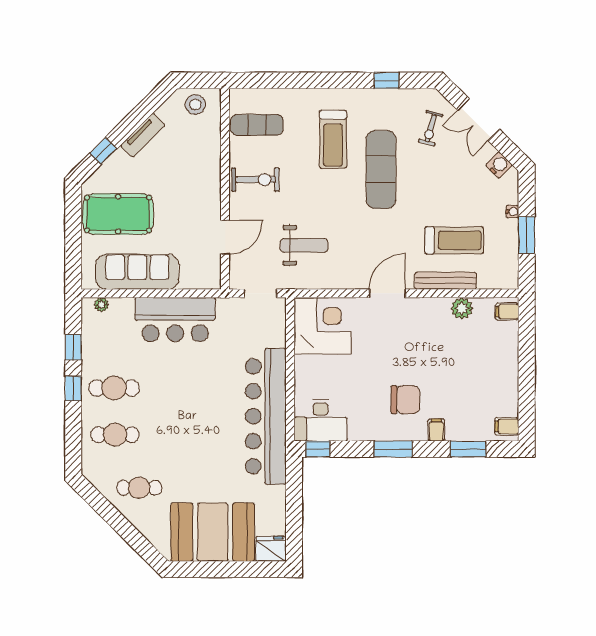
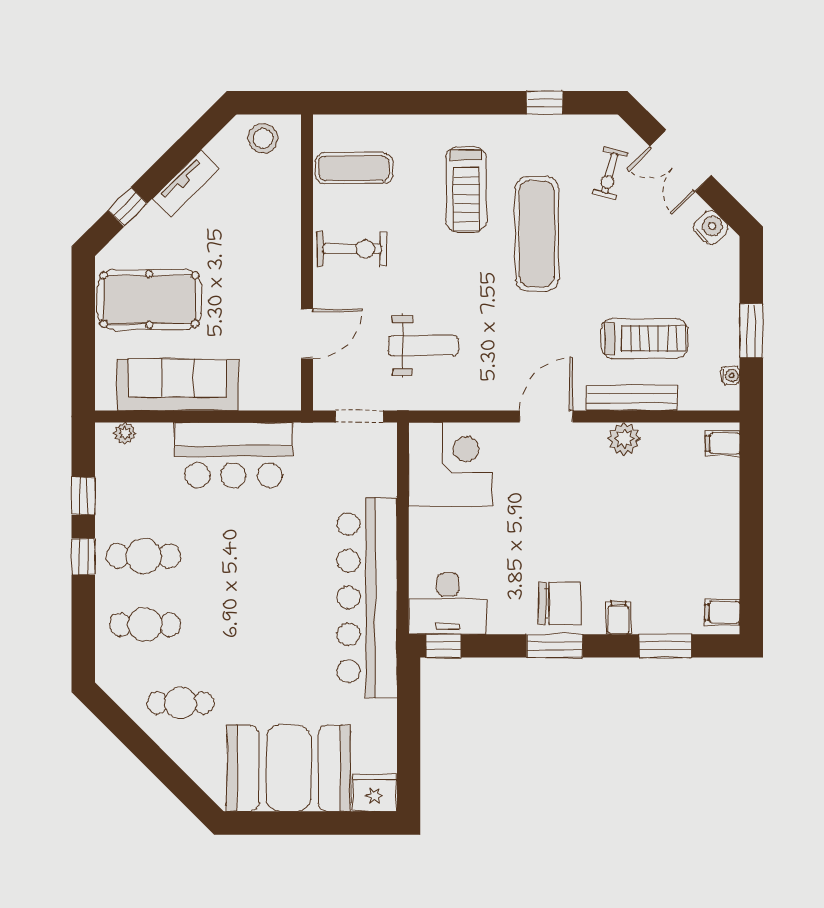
water cooler: (512, 212) -> (730, 375), moved
plant: (462, 308) -> (624, 439), moved
chair: (405, 400) -> (560, 603), moved

